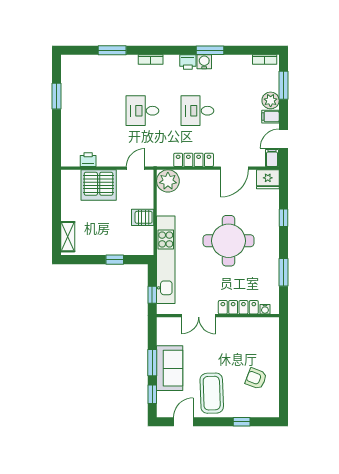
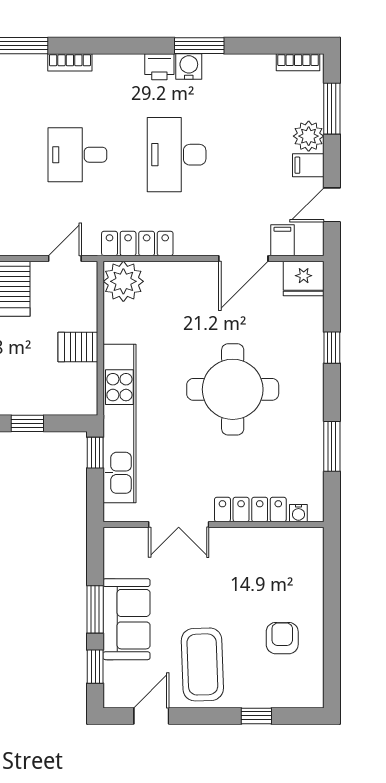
bookcase: (151, 60) -> (70, 62), moved
desk: (197, 111) -> (177, 155), width x1.37
filing cabinet: (272, 158) -> (282, 240), moved
locker: (194, 160) -> (137, 243), moved
window: (152, 295) -> (95, 453), moved
armchair: (256, 379) -> (282, 638), turned 69

